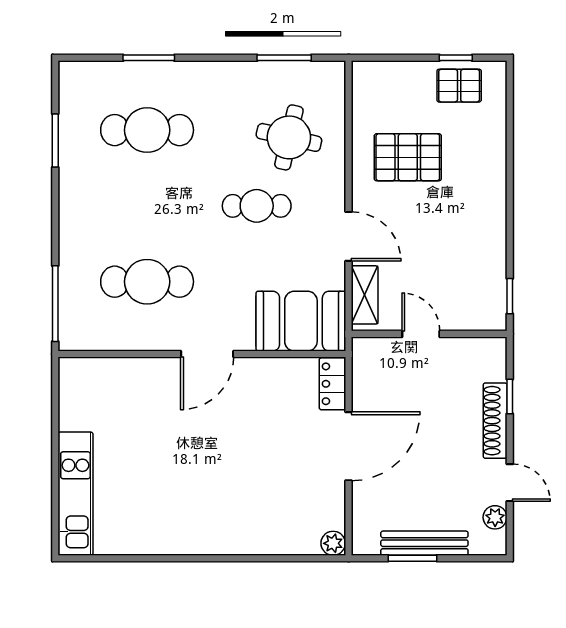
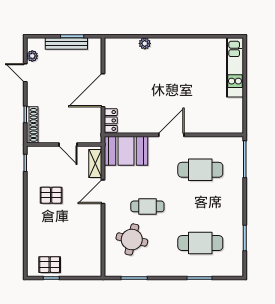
pallet: (408, 157) -> (51, 195), moved, width x0.67, depth x0.71
door: (349, 236) -> (103, 192), hinge flipped
shoe rack: (495, 421) -> (32, 125), moved
plant: (333, 543) -> (145, 43), moved

